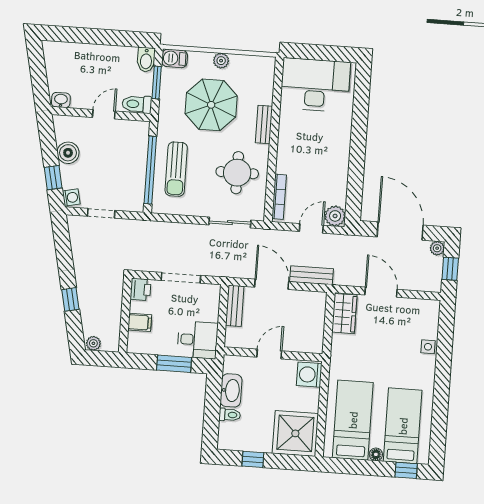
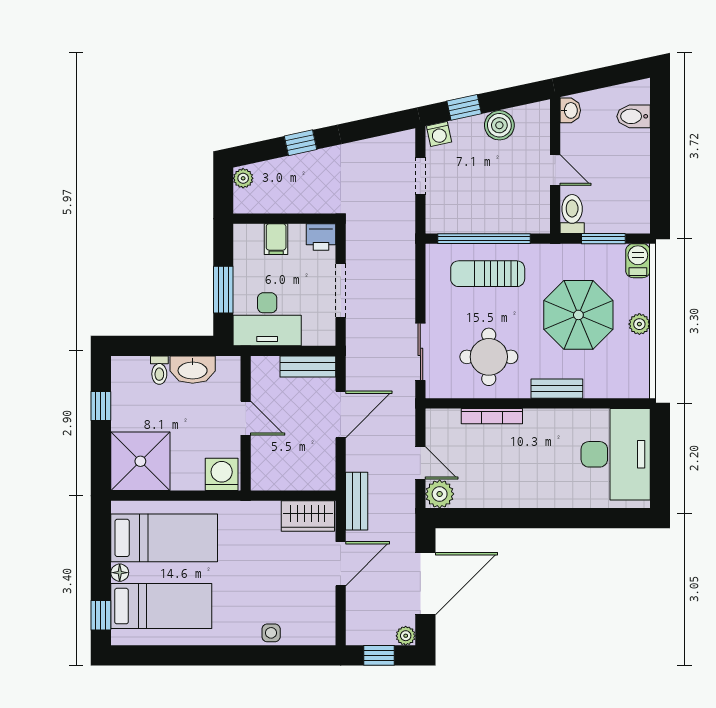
bidet: (146, 60) -> (633, 116), moved
bookcase: (279, 197) -> (492, 416), moved
bench: (312, 275) -> (357, 501), moved
desk: (198, 340) -> (267, 319), width x1.37

